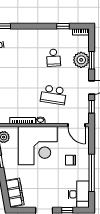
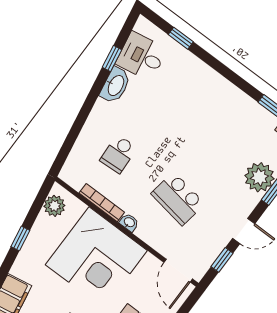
school desk: (54, 58) -> (118, 154), moved

